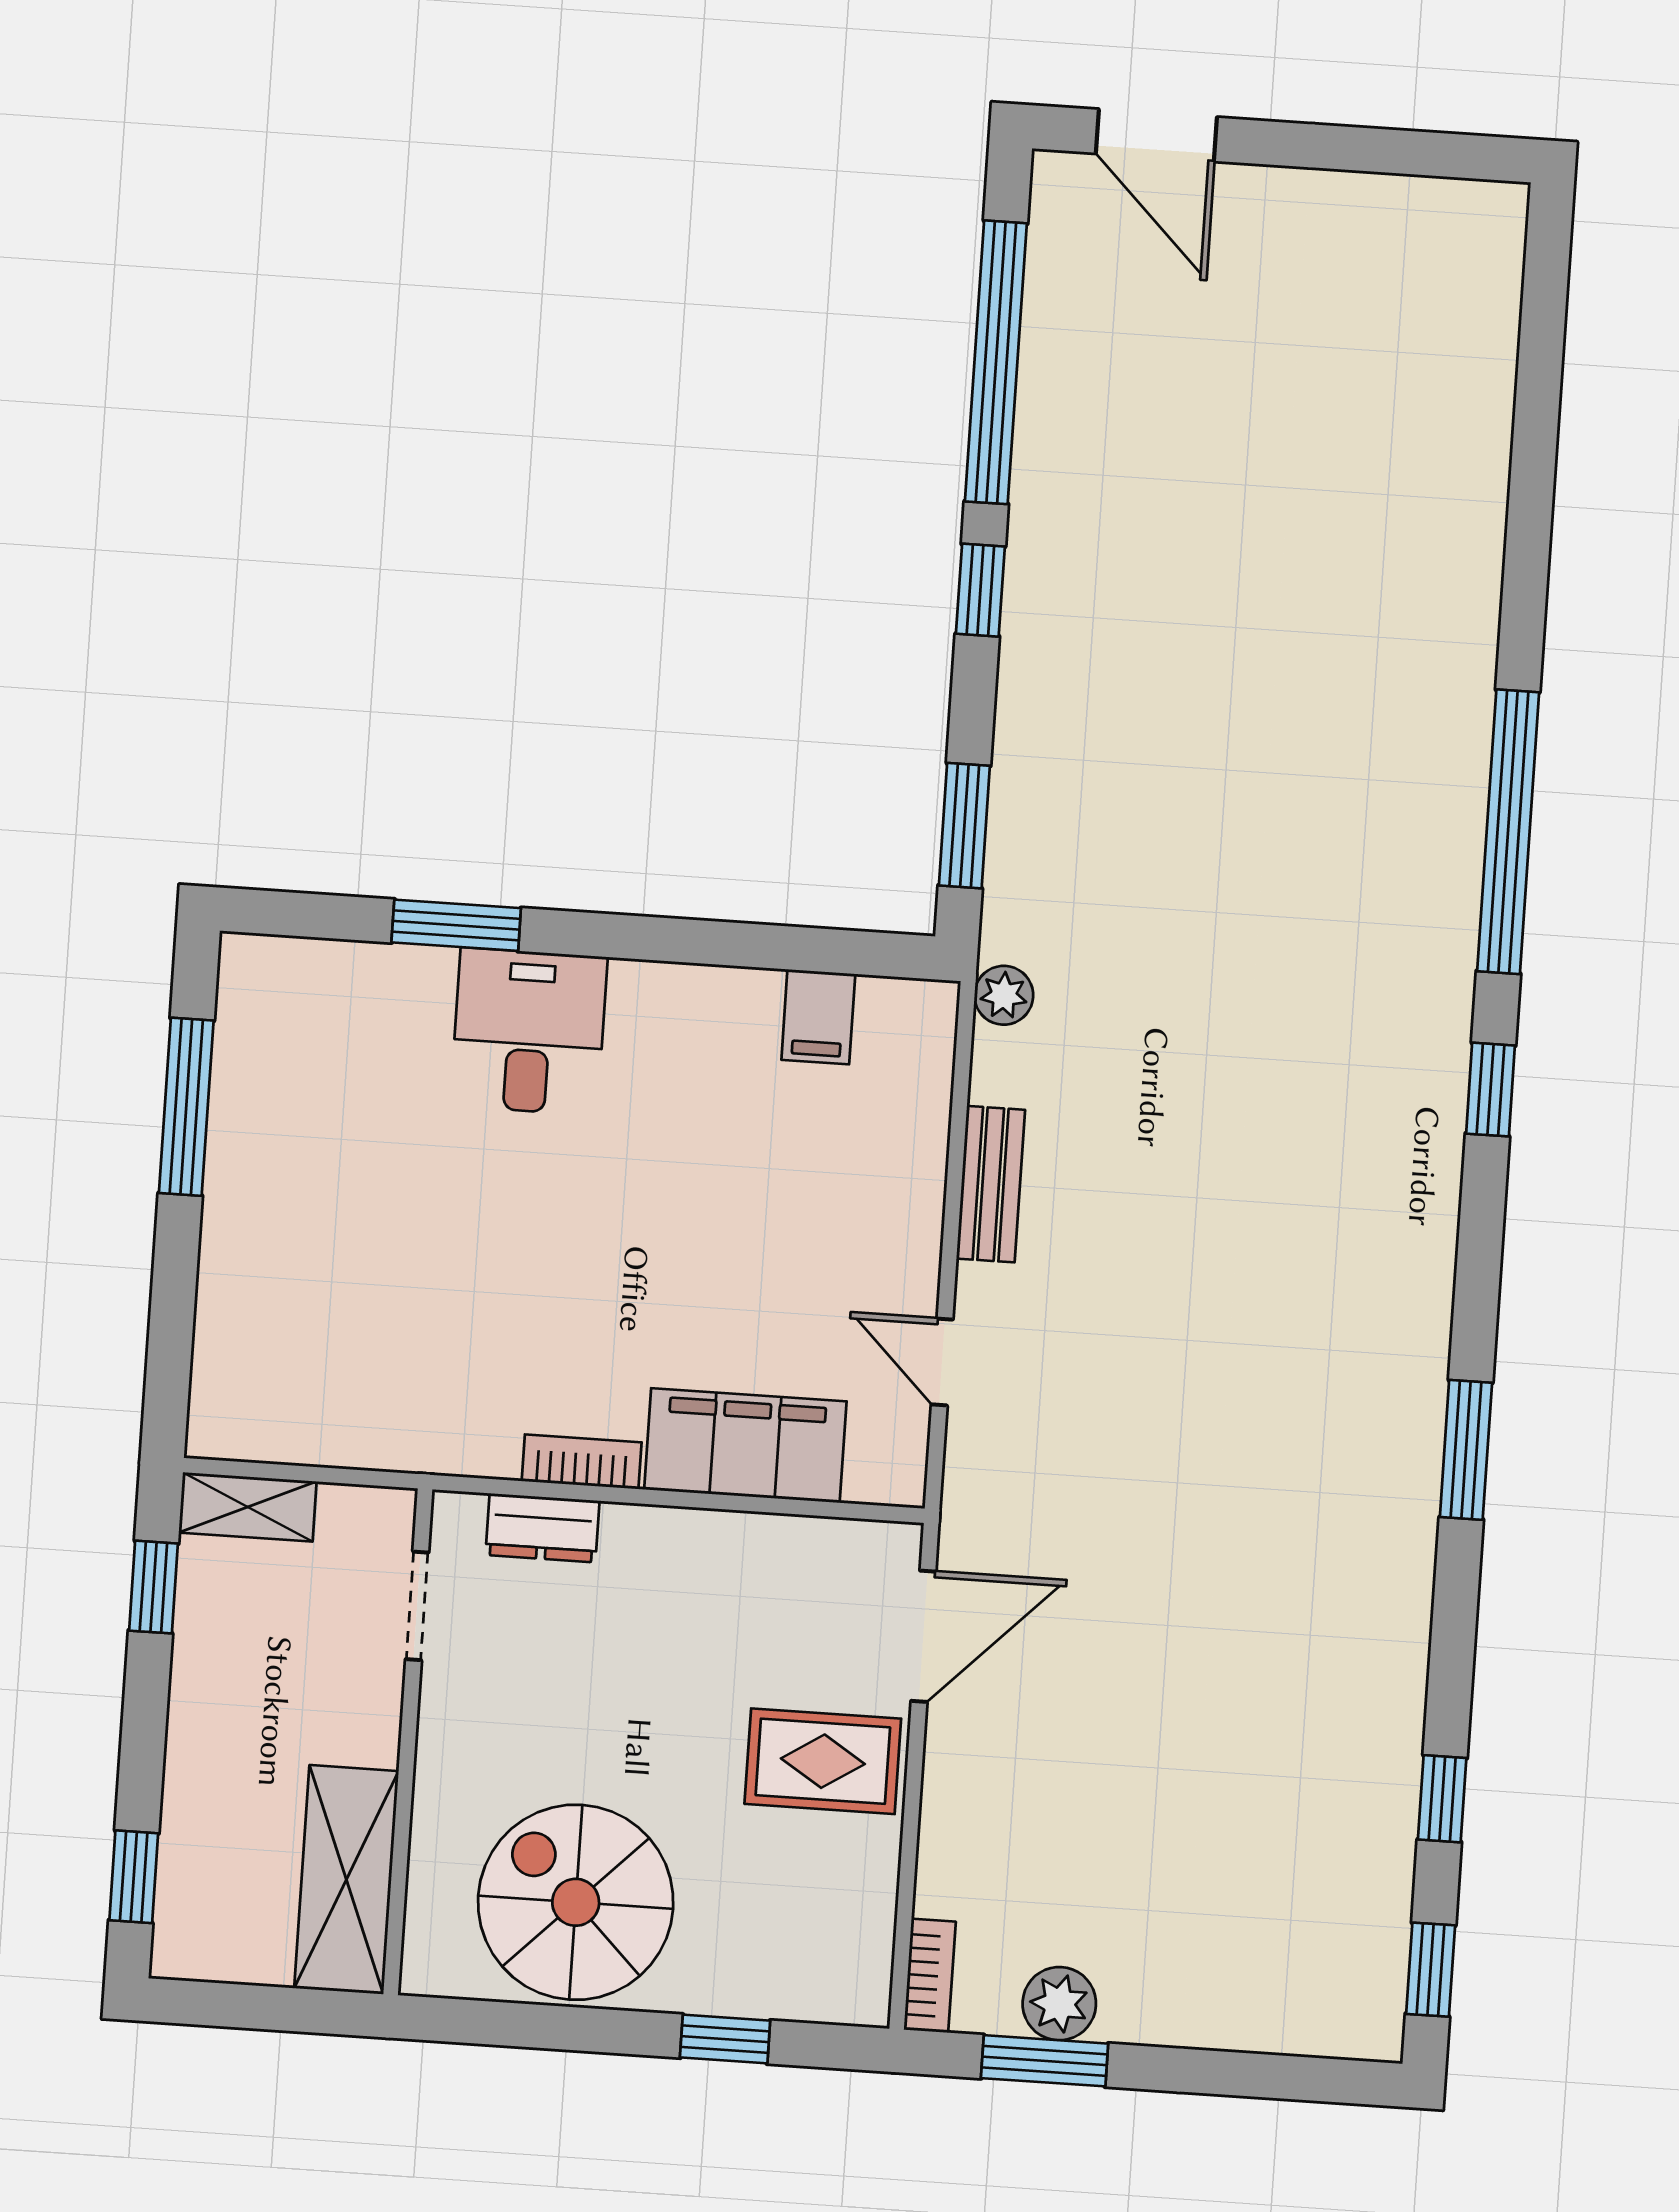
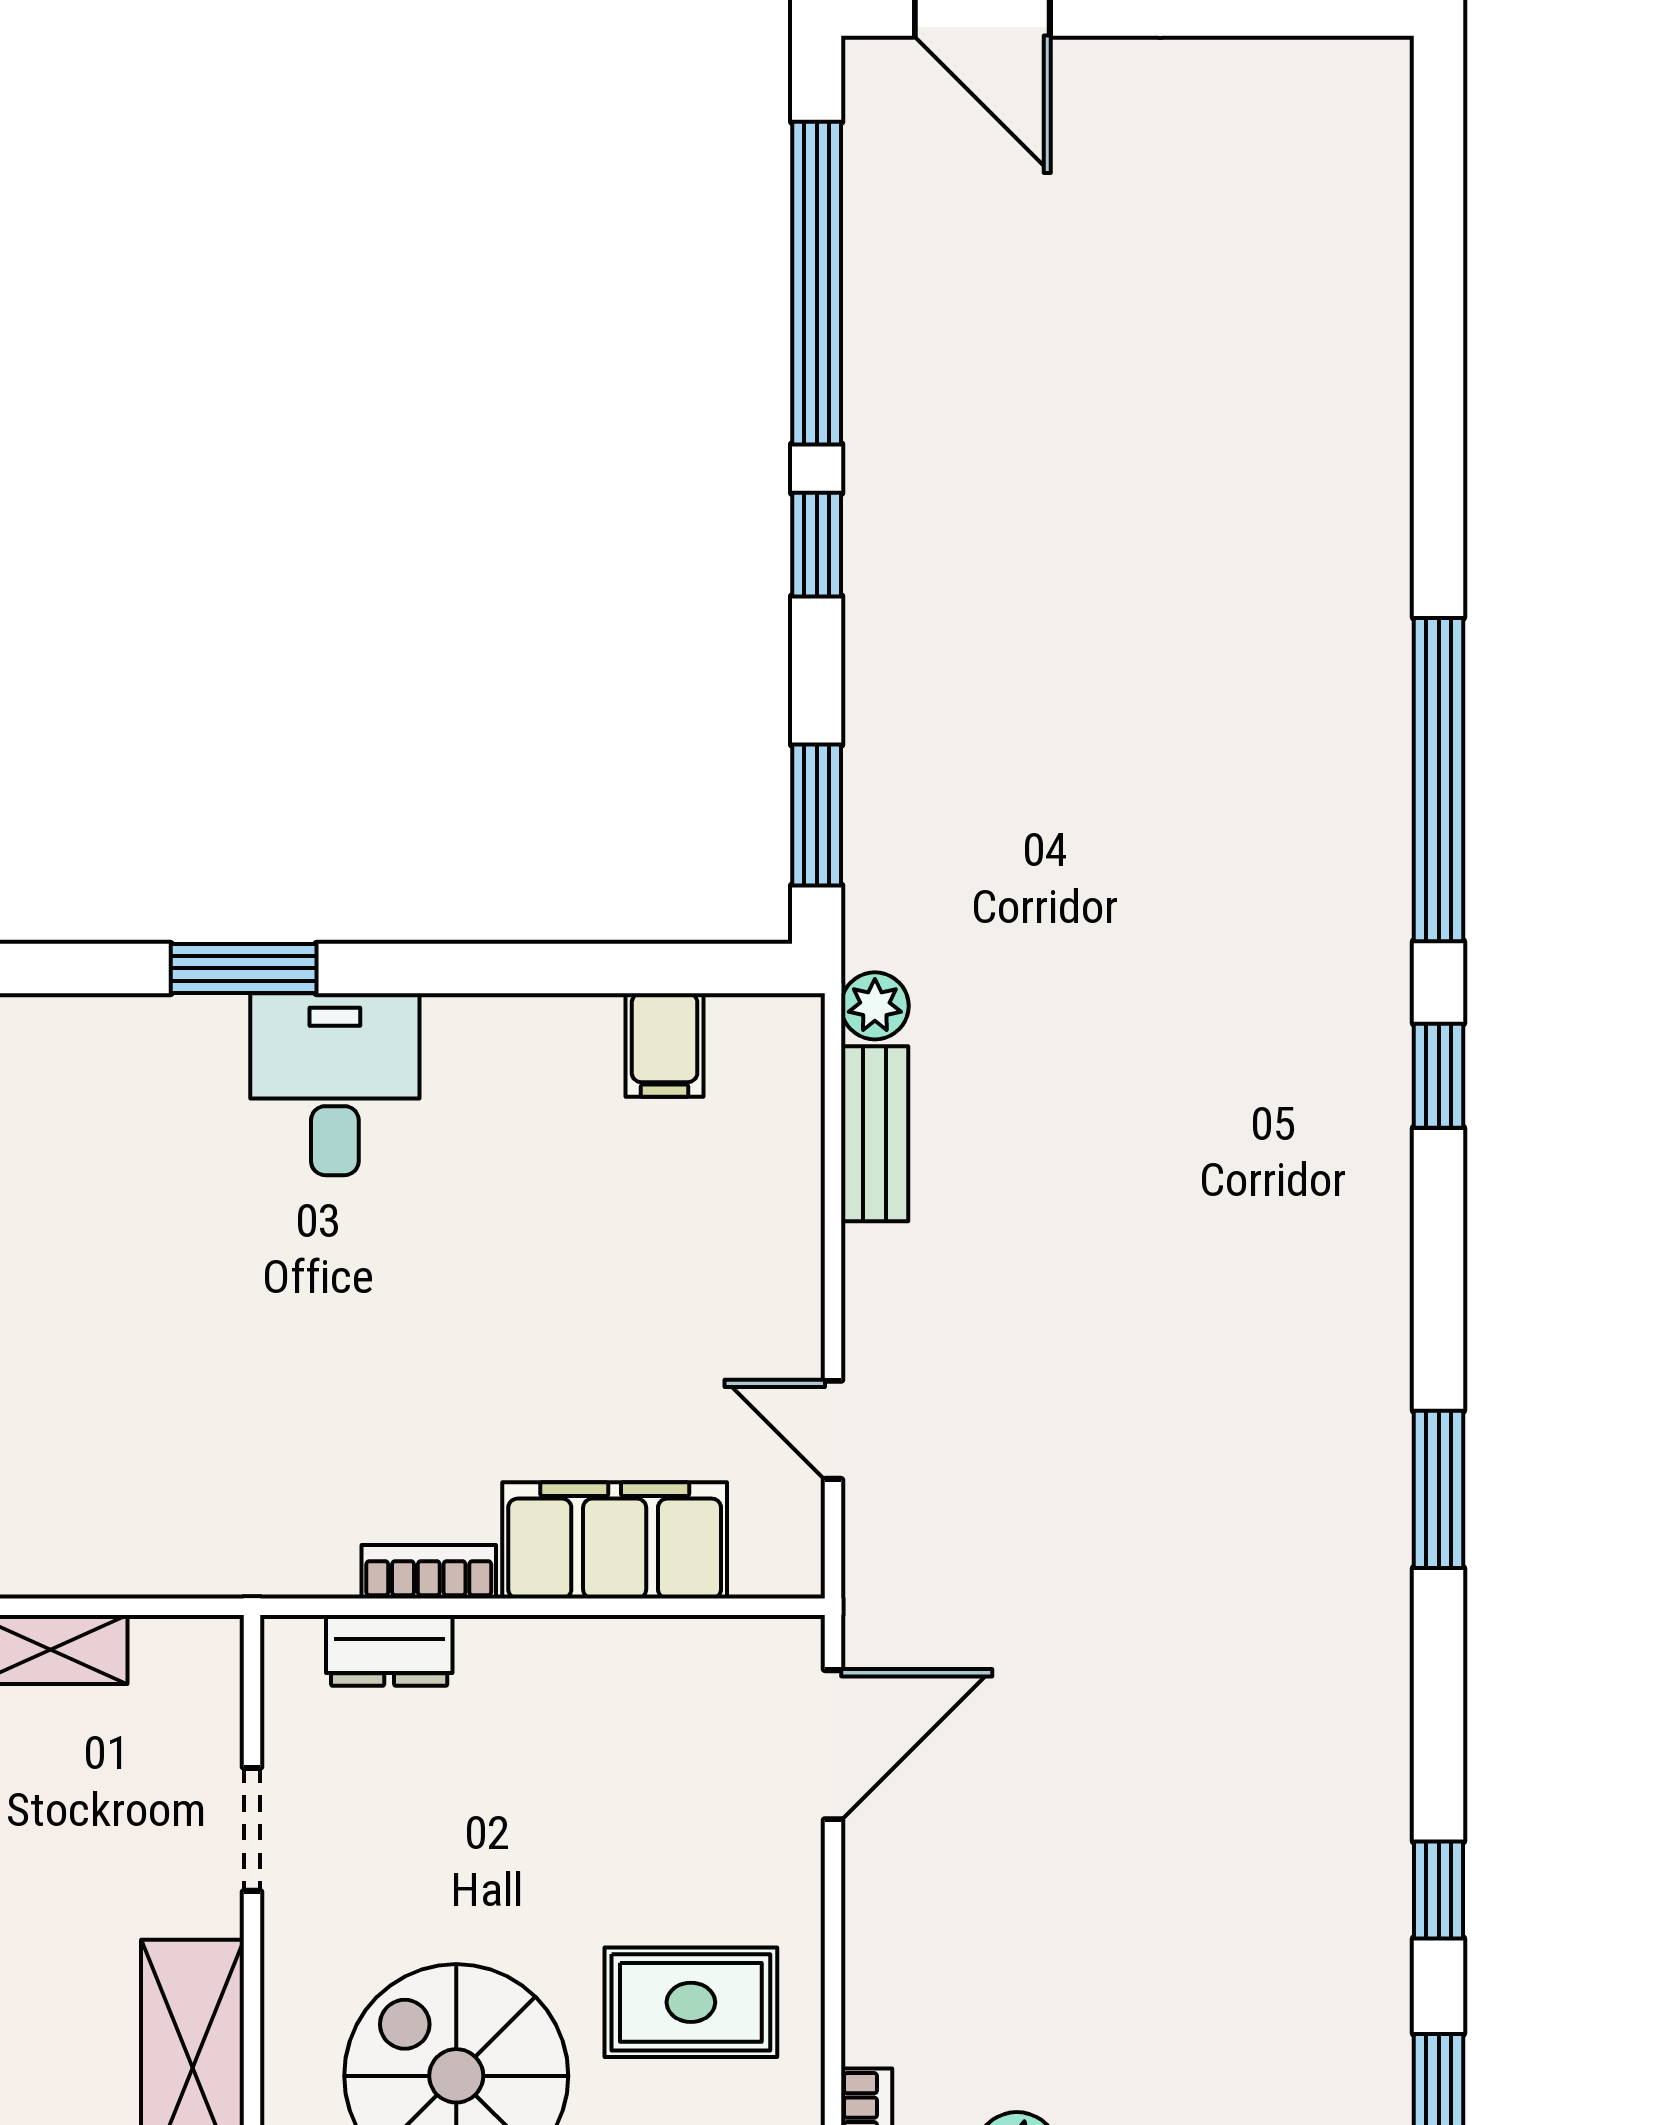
bench: (991, 1184) -> (875, 1134), moved
doorway: (417, 1606) -> (252, 1829), moved
rug: (823, 1761) -> (691, 2002), moved

